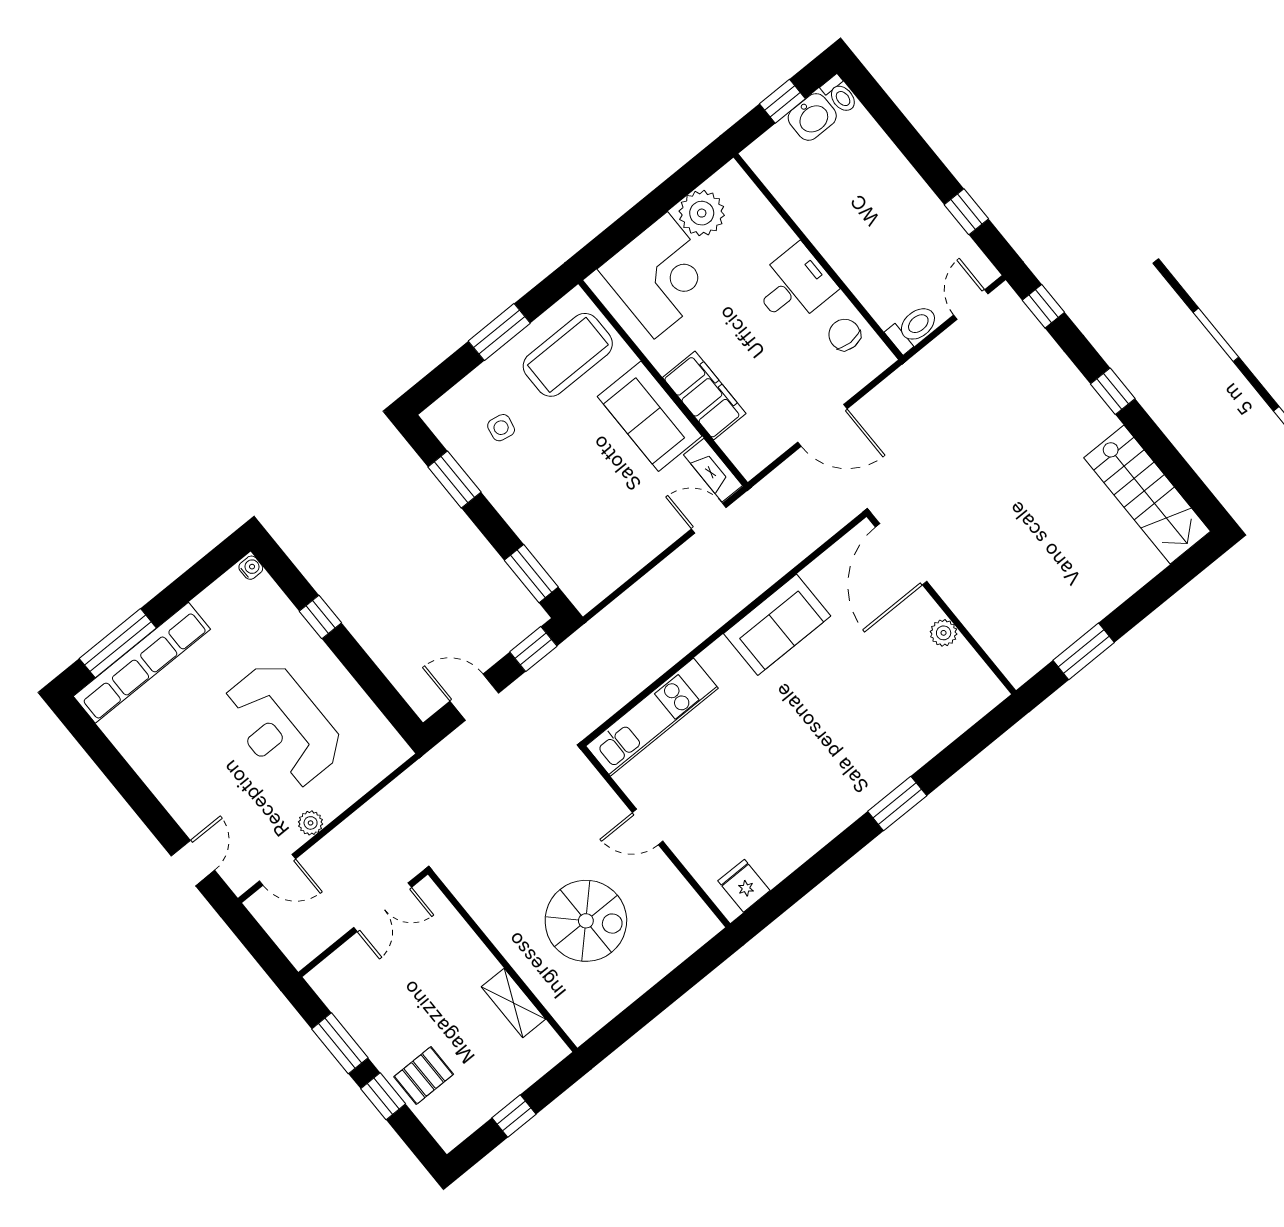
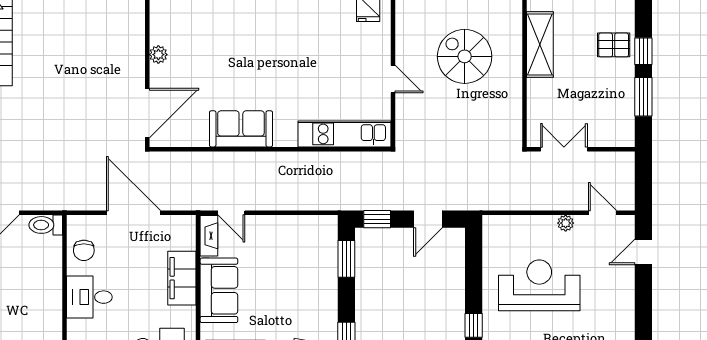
door: (822, 425) -> (134, 213), width x1.36
door: (474, 697) -> (428, 219), hinge flipped
reception desk: (282, 726) -> (539, 285), turned -90
shelving: (514, 1003) -> (540, 45), width x1.50, depth x1.33

